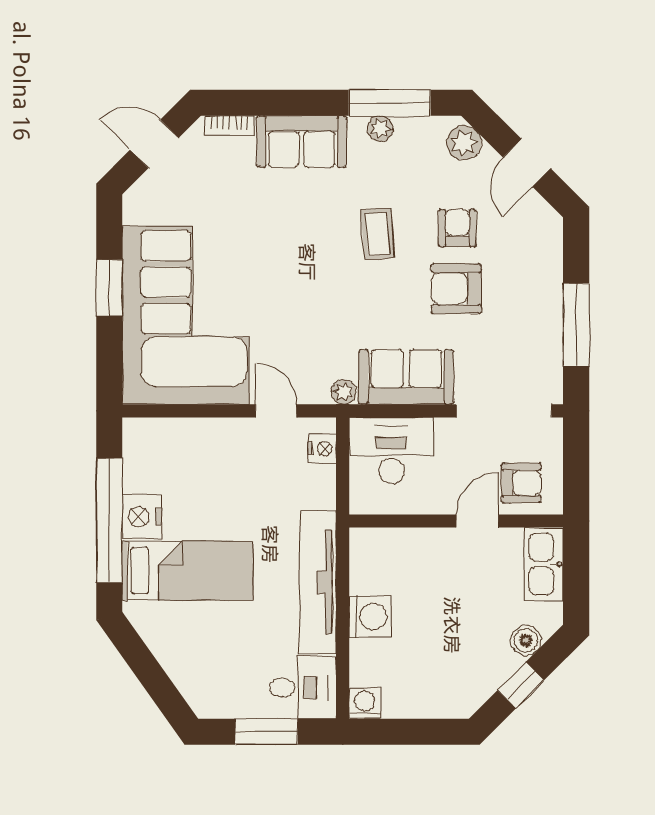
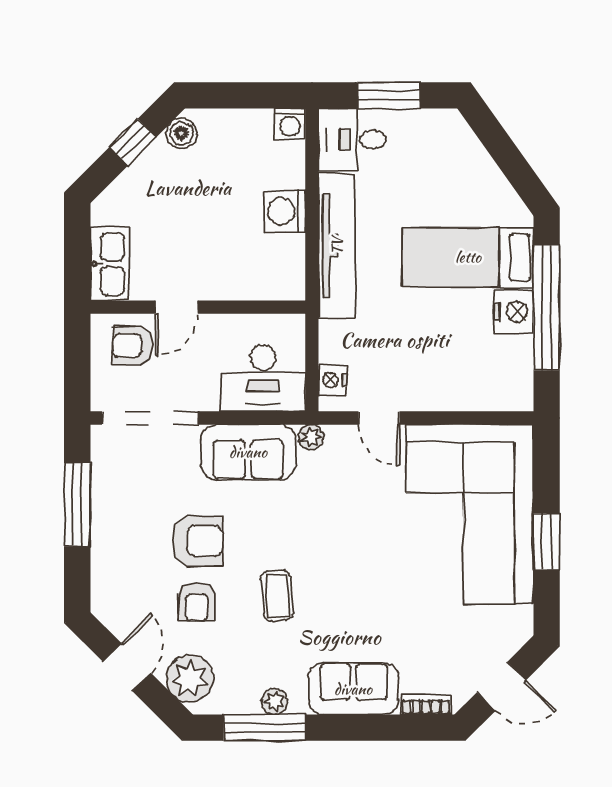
plant: (464, 143) -> (190, 679), width x1.36, depth x1.36
boiler: (526, 640) -> (182, 133), moved

